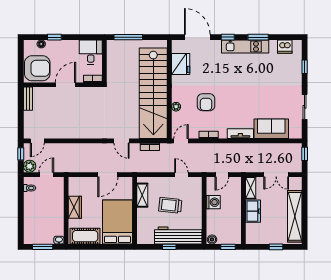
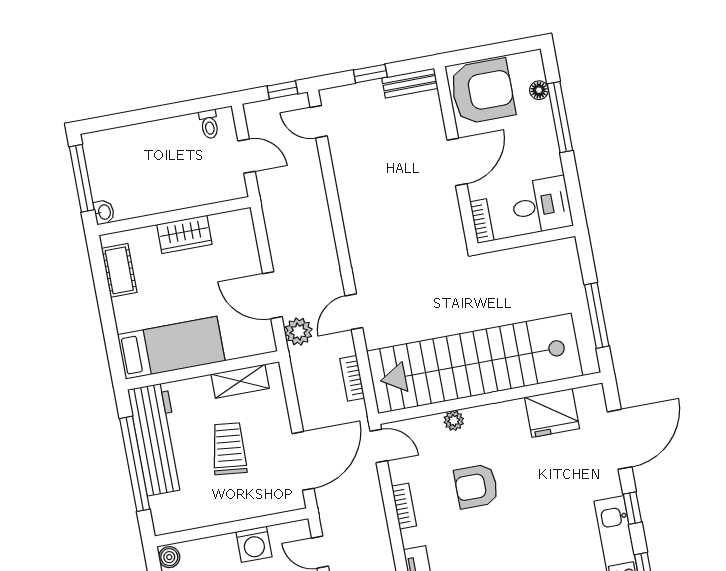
window: (54, 37) -> (560, 117), width x2.17
window: (128, 37) -> (597, 315), moved
armchair: (37, 68) -> (482, 91), turned -90
door: (65, 85) -> (457, 162), hinge flipped
window: (21, 115) -> (370, 74), added
plant: (30, 166) -> (299, 332), moved
door: (181, 175) -> (303, 461), width x1.88
bed: (117, 222) -> (171, 348), width x0.67
workbench: (178, 235) -> (157, 439), moved
cot: (85, 236) -> (119, 270), width x0.73, depth x0.75
window: (43, 247) -> (82, 178), width x1.44
window: (169, 247) -> (135, 464), width x3.17

